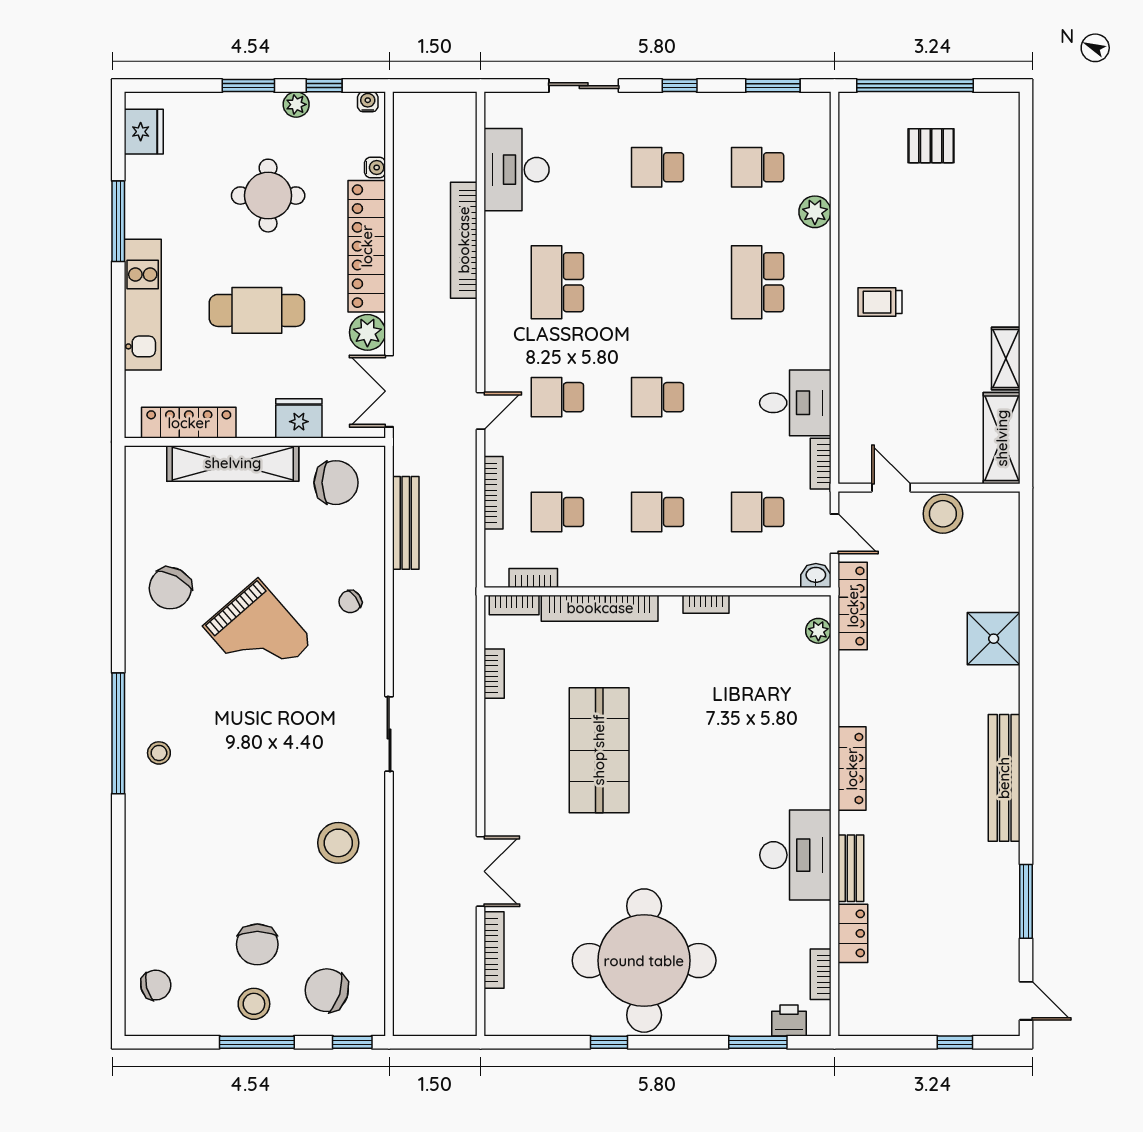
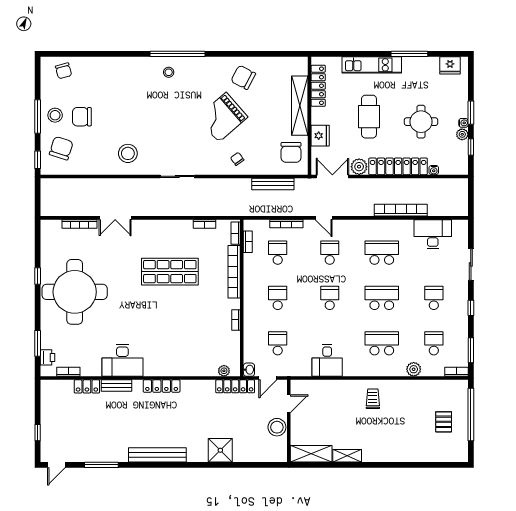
water cooler: (368, 102) -> (463, 123), moved
school desk: (657, 282) -> (382, 298), added
bookcase: (821, 464) -> (456, 372), moved

